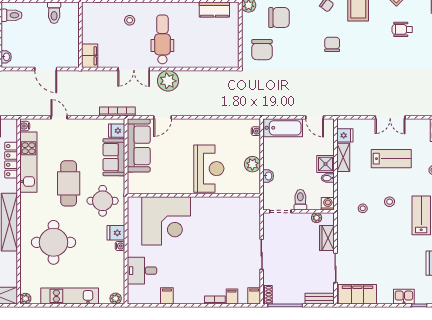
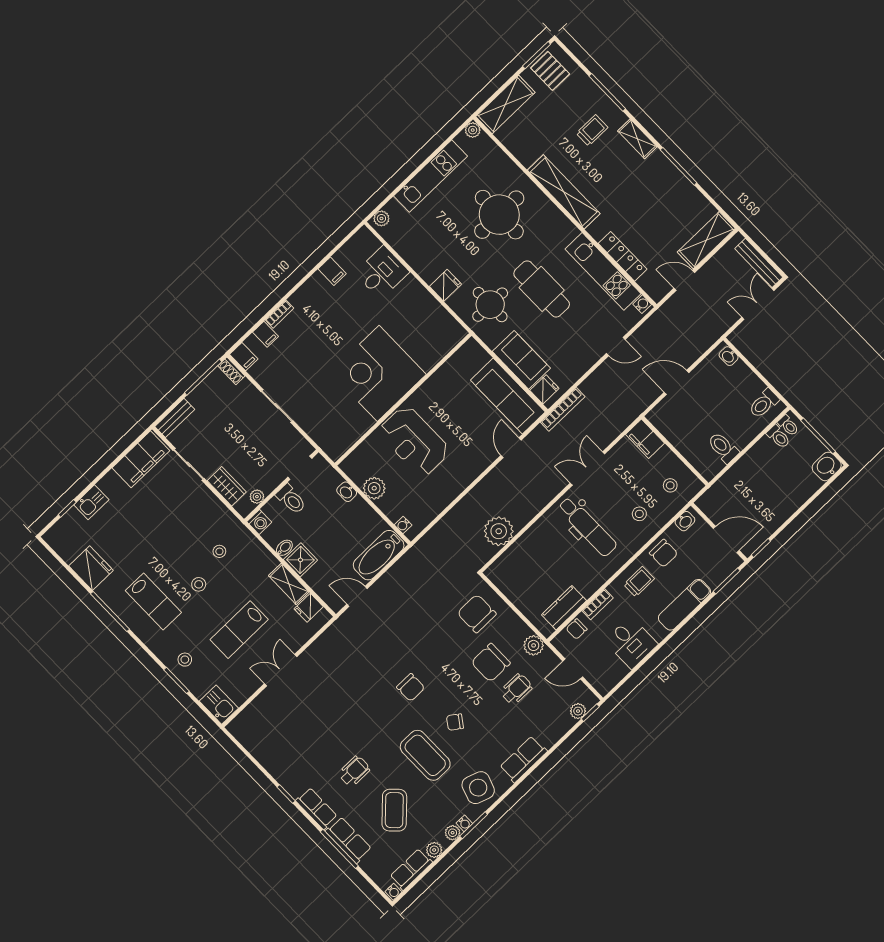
stool: (100, 20) -> (670, 485), added
plant: (168, 81) -> (499, 531), moved
corner desk: (166, 221) -> (378, 373), moved
water cooler: (120, 246) -> (428, 276), removed

